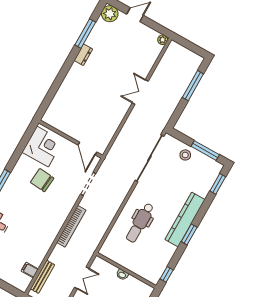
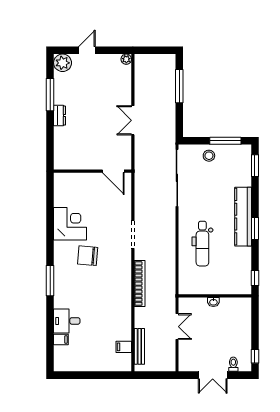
wall: (71, 139) -> (93, 171), moved
door: (87, 149) -> (113, 171), moved

